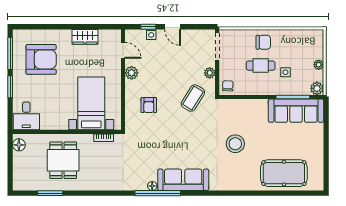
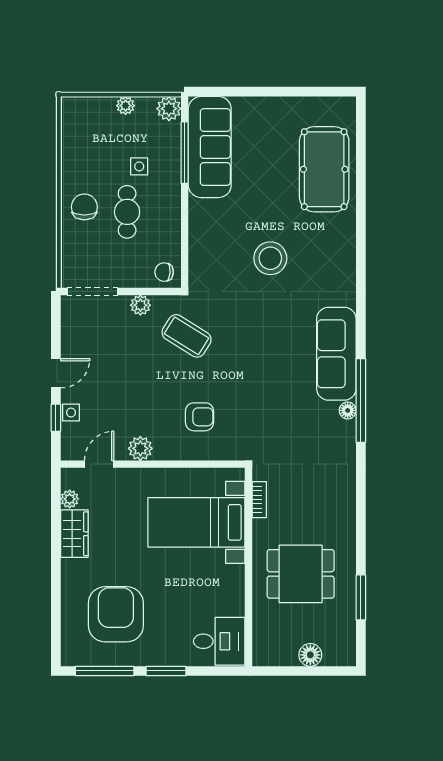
plant: (104, 34) -> (70, 499), added
floor lamp: (19, 145) -> (310, 655), moved

